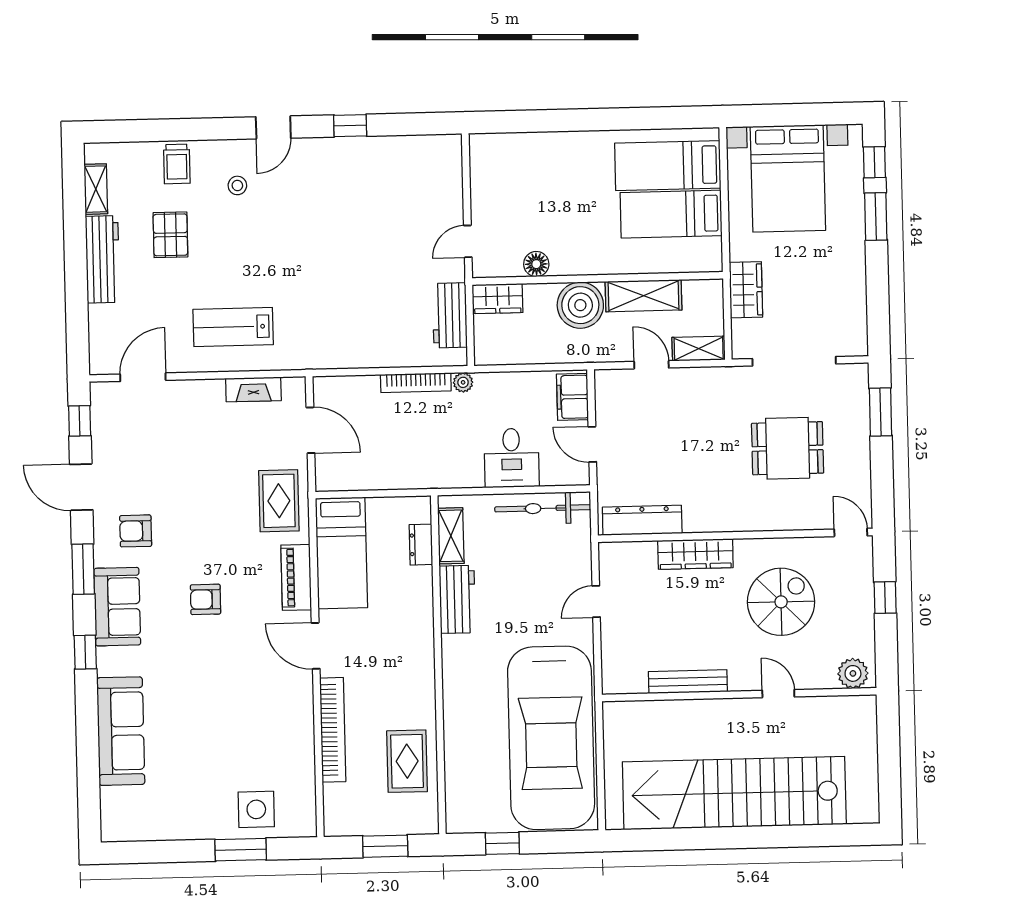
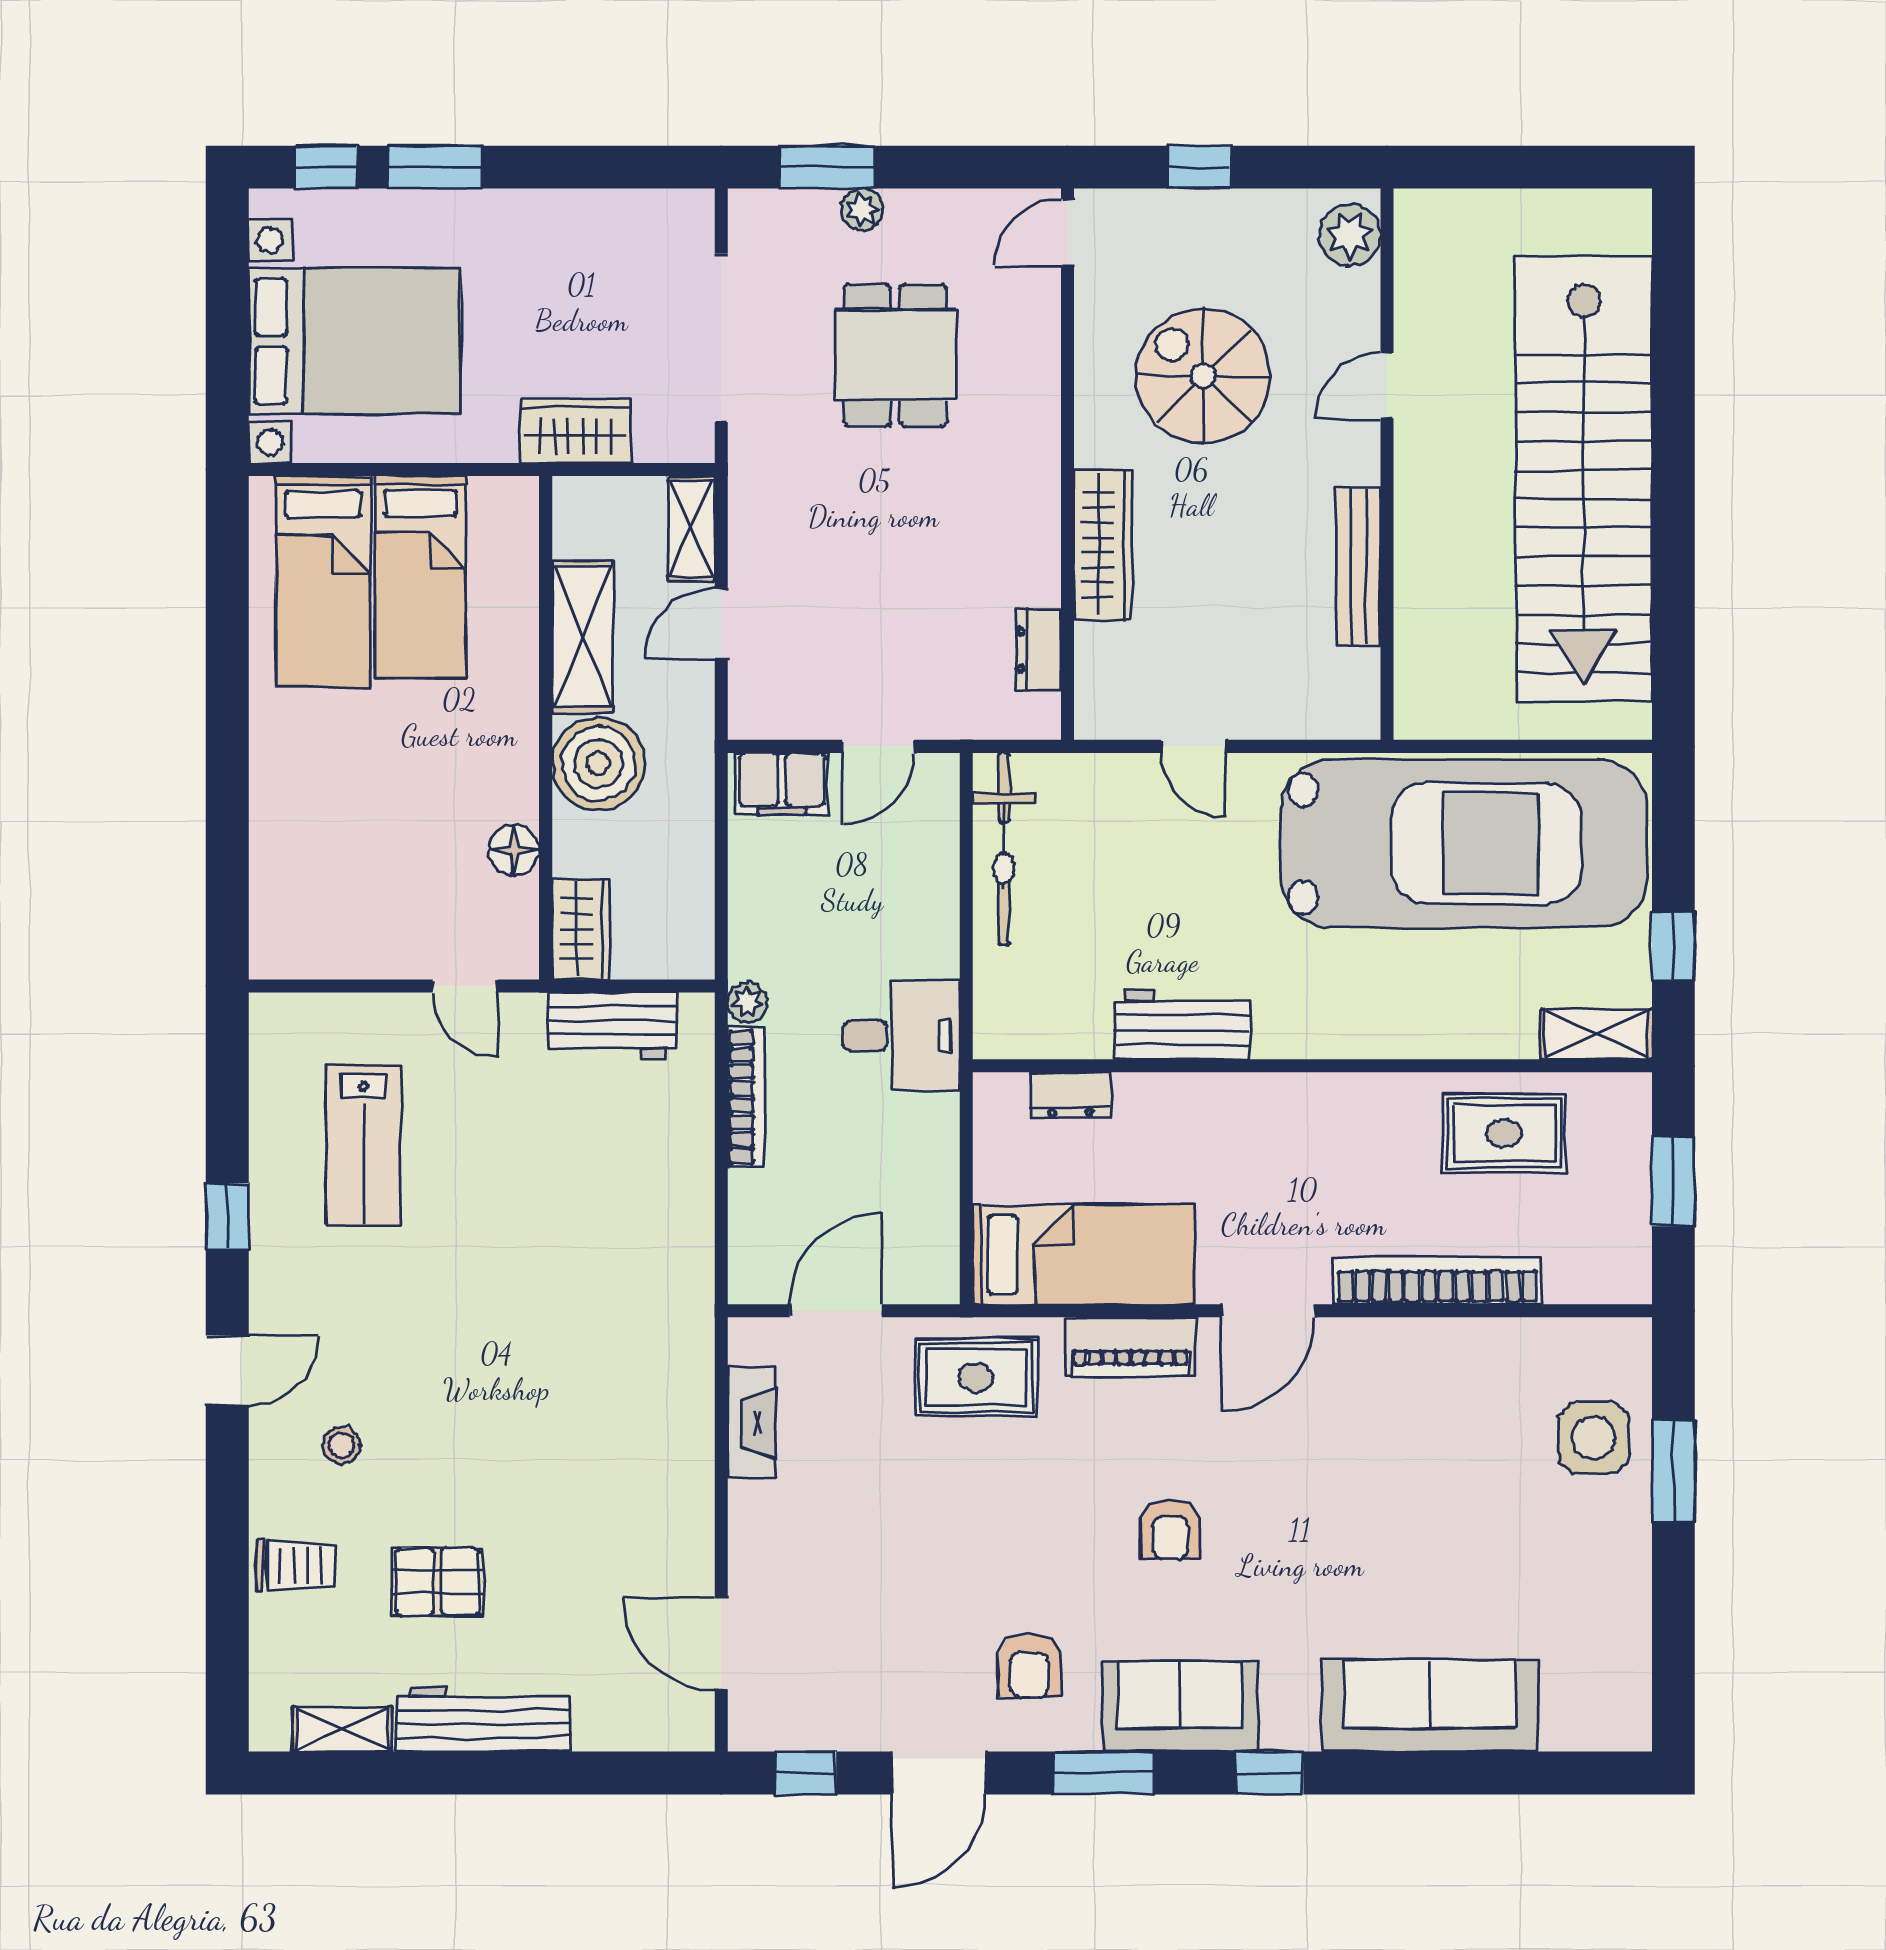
door: (273, 127) -> (227, 1370), hinge flipped
lab bench: (233, 327) -> (363, 1146), moved
plant: (860, 430) -> (862, 209), added
desk: (512, 458) -> (901, 1036), moved
dresser: (642, 520) -> (1038, 650), width x0.51, depth x0.80
shelving: (451, 536) -> (1596, 1034), moved

